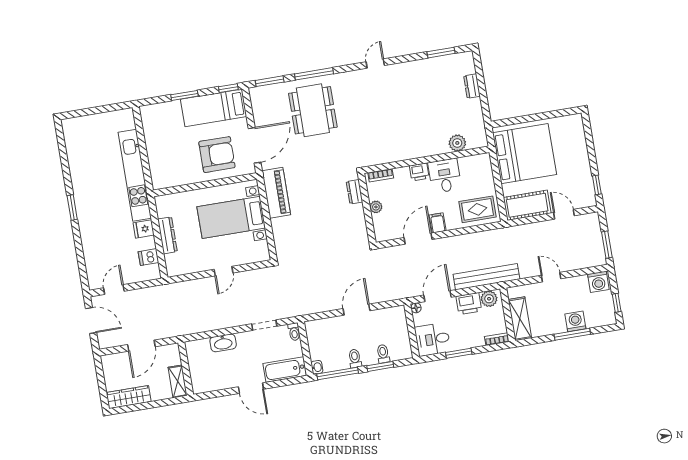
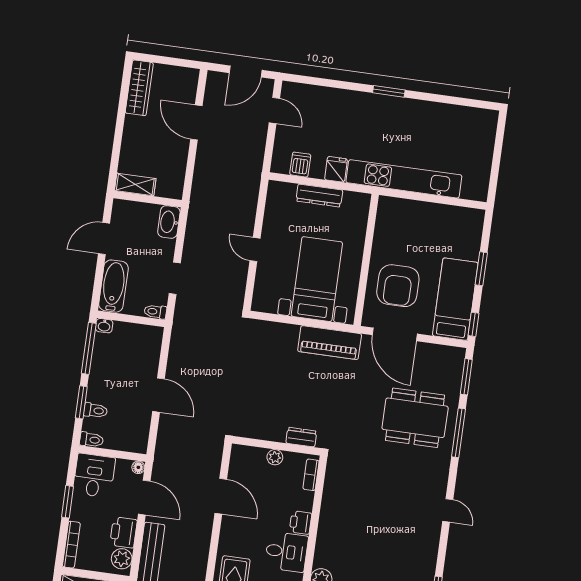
filing cabinet: (438, 223) -> (232, 525), removed
bookcase: (497, 339) -> (71, 545), width x1.56
toilet: (355, 358) -> (91, 440), moved
wall: (186, 369) -> (148, 199), moved
shelving: (178, 381) -> (135, 185), moved

